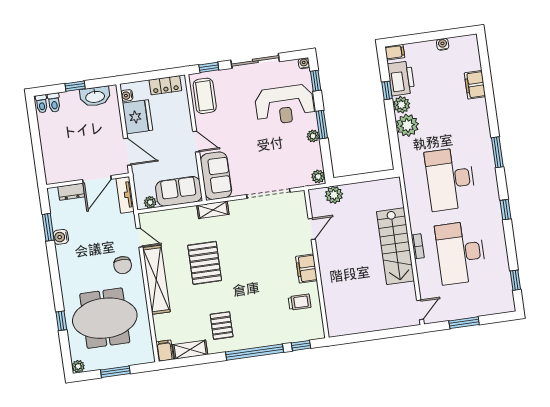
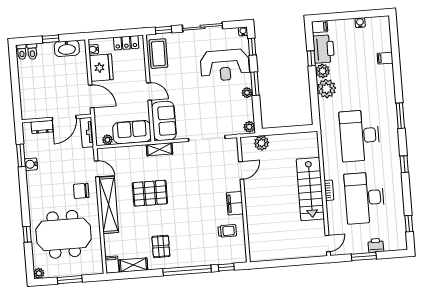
filing cabinet: (475, 85) -> (385, 58), width x0.50
pallet: (205, 263) -> (150, 193), turned 90
chair: (123, 265) -> (81, 191), turned 90
printer: (478, 309) -> (376, 245), added

